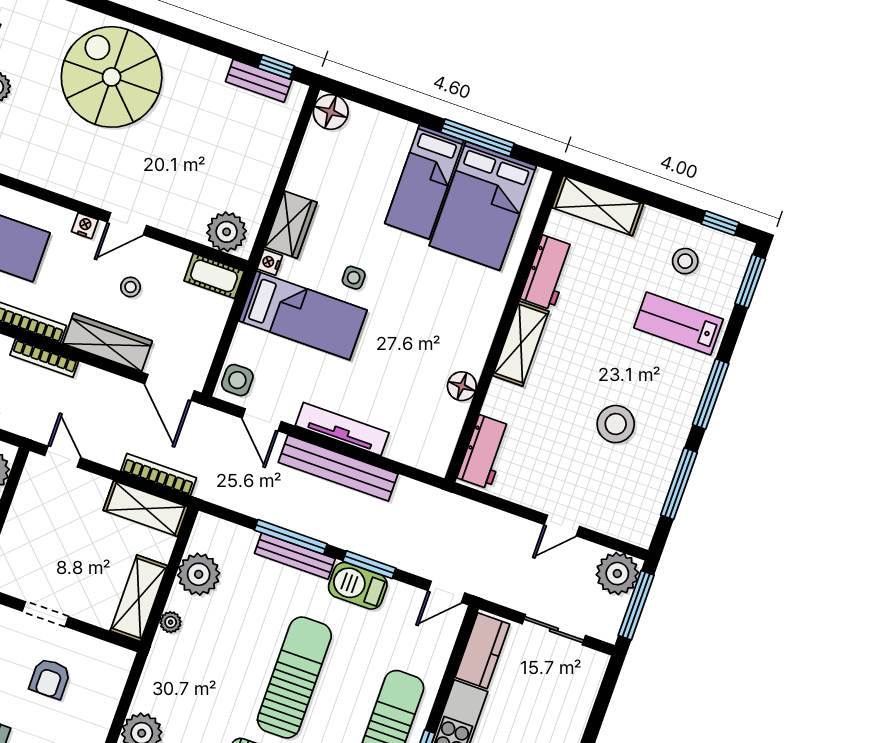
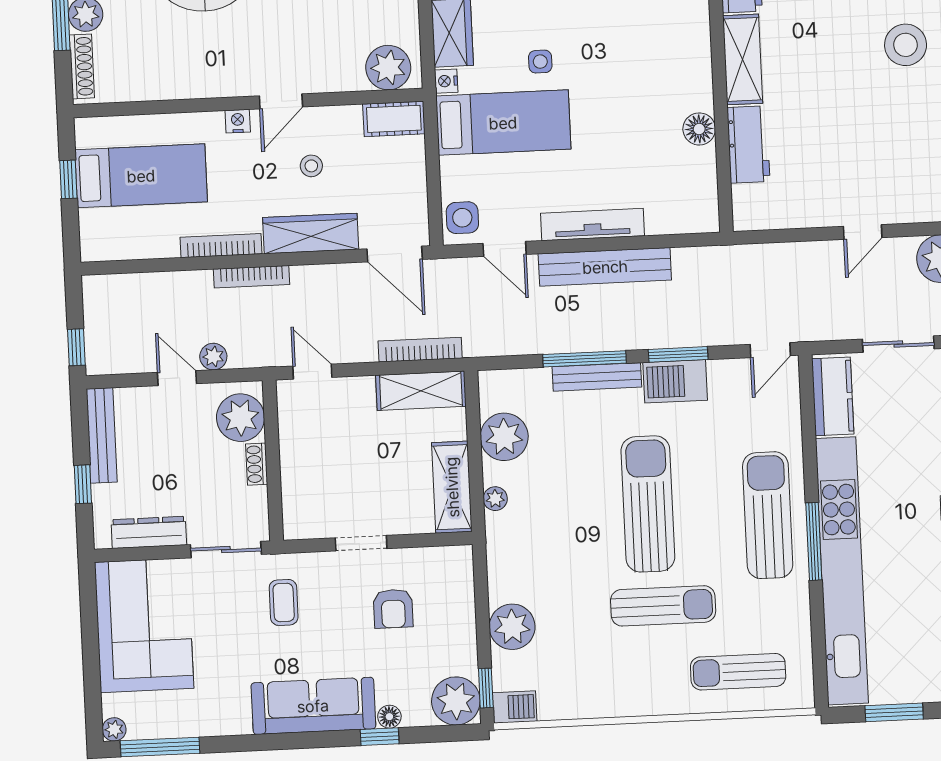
stool: (616, 424) -> (906, 45), moved
workbench: (484, 452) -> (748, 144), moved

